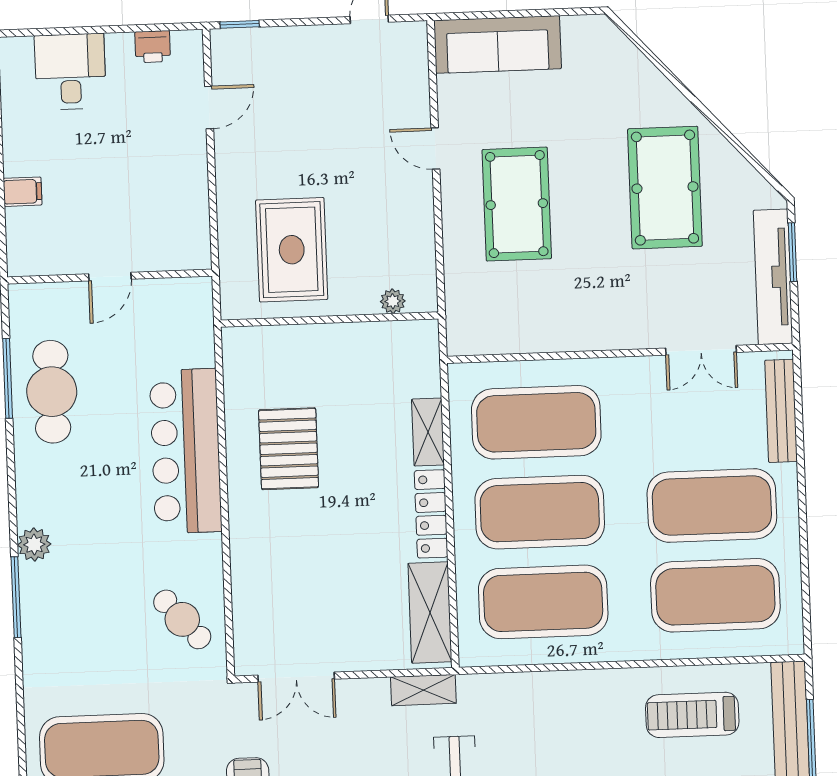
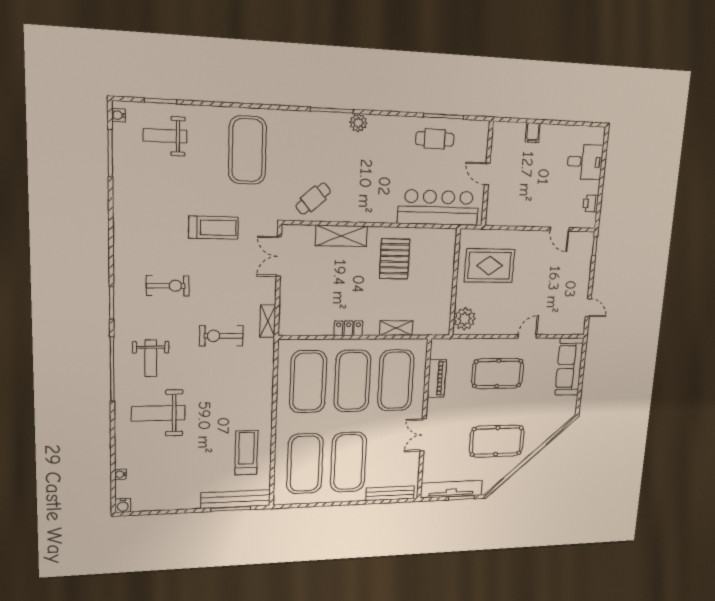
plant: (393, 301) -> (465, 319), width x1.87, depth x1.87
piano: (530, 336) -> (437, 378), added
double door: (701, 350) -> (423, 435), moved
cafe table: (52, 392) -> (435, 139), width x0.73, depth x0.74
pallet: (289, 449) -> (395, 259), turned 90
bar counter: (186, 451) -> (438, 208), moved
locker: (431, 514) -> (348, 328), width x0.66
shelving: (430, 612) -> (341, 236), moved

